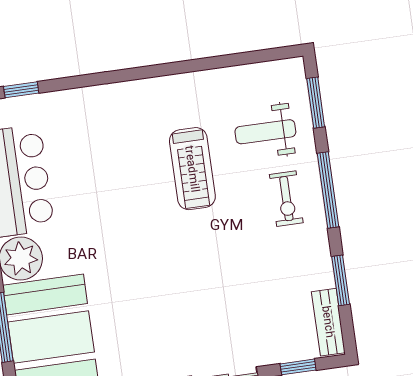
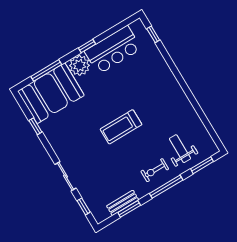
treadmill: (192, 169) -> (121, 127), moved
bench: (328, 322) -> (123, 203), moved

